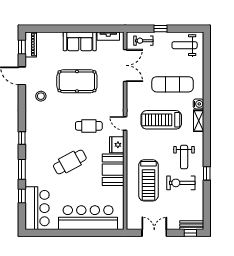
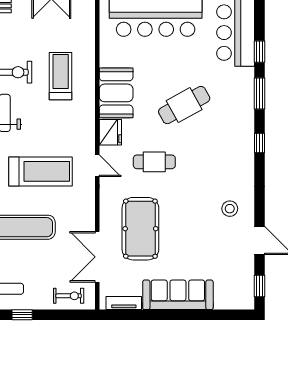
window: (160, 29) -> (22, 315), moved
sofa: (80, 41) -> (178, 295), width x1.36
piano: (31, 45) -> (246, 290), removed
pool table: (77, 81) -> (140, 229), moved, turned 90
treadmill: (148, 180) -> (61, 76), width x0.73, depth x0.73

